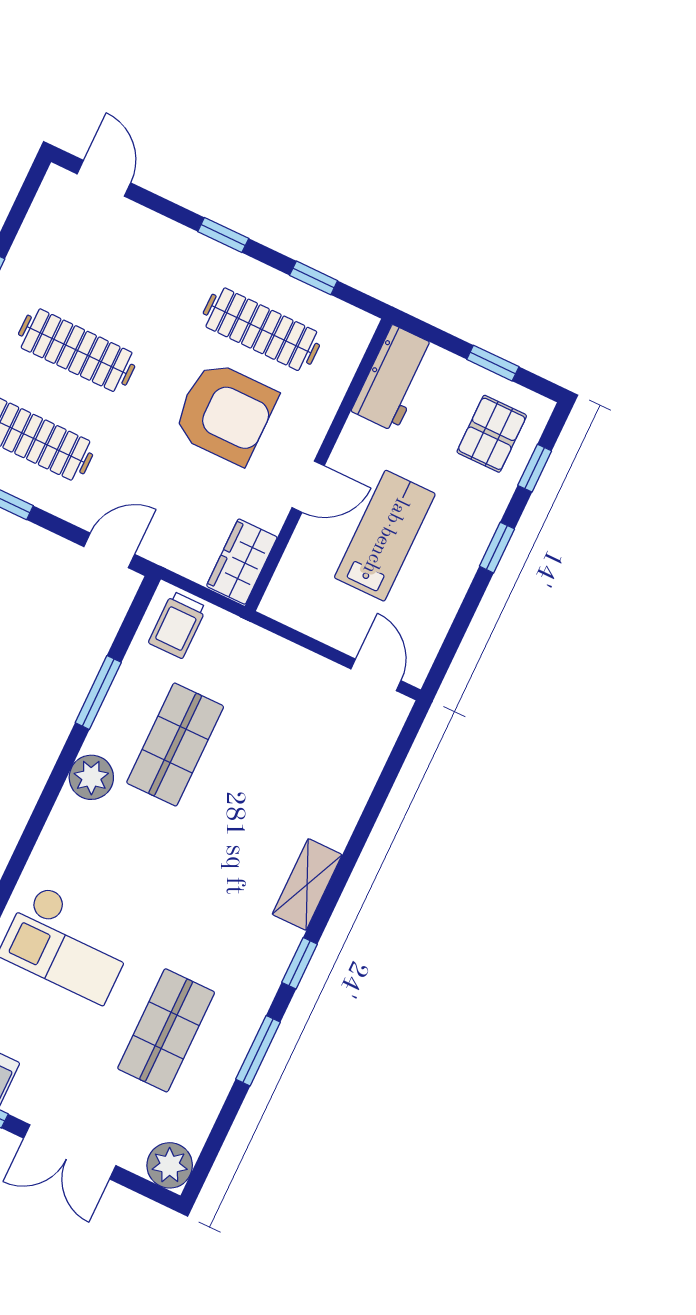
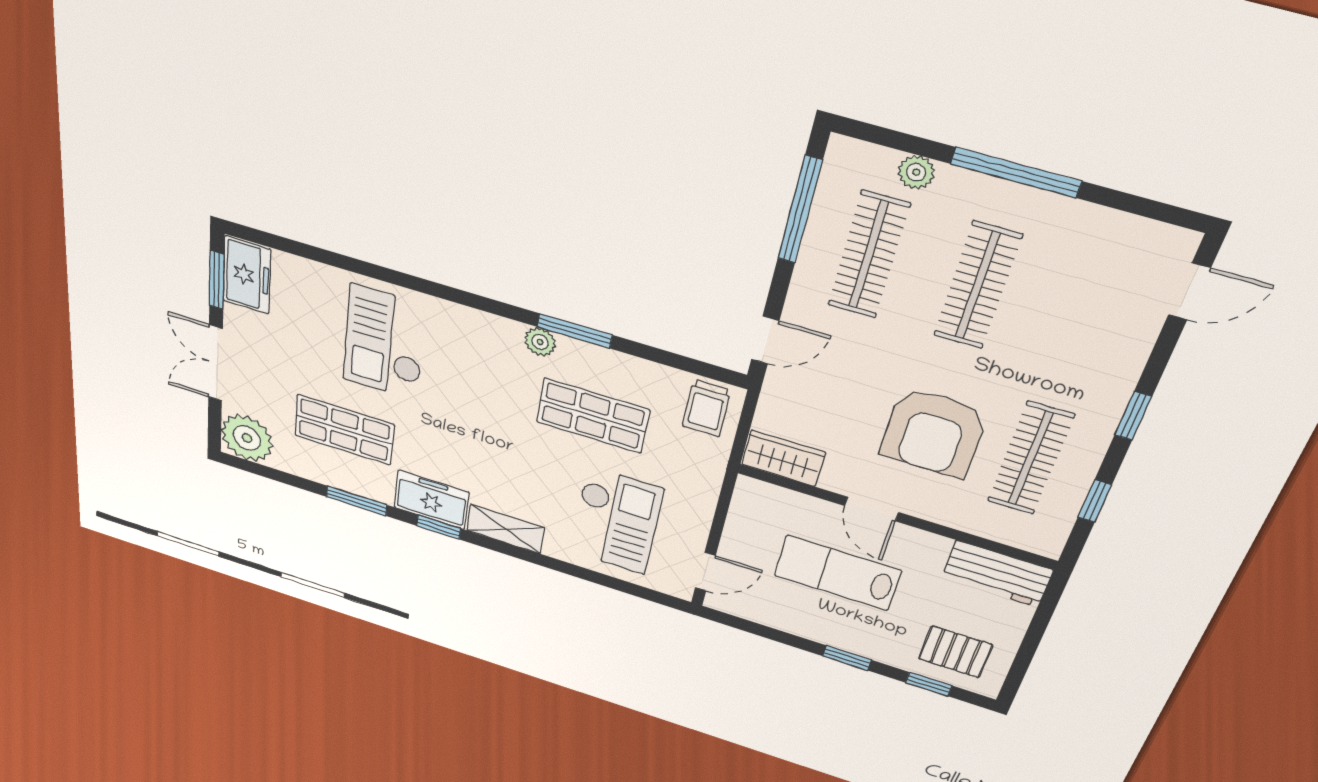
window: (493, 363) -> (1027, 651), removed
lab bench: (385, 536) -> (837, 573), turned 180
door: (109, 550) -> (765, 340), hinge flipped
trolley: (178, 625) -> (707, 408), turned -90
window: (98, 693) -> (575, 331), moved
checkout: (304, 755) -> (616, 521), added
plant: (91, 777) -> (540, 342), width x0.73, depth x0.73
freezer: (263, 959) -> (431, 500), added
plant: (170, 1165) -> (247, 438), width x1.36, depth x1.36

